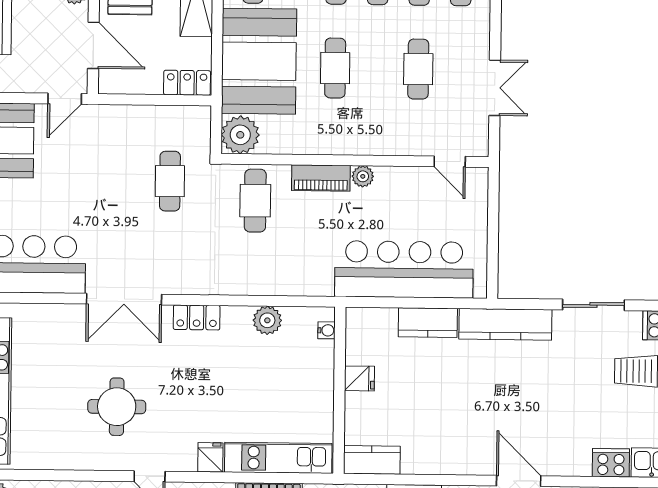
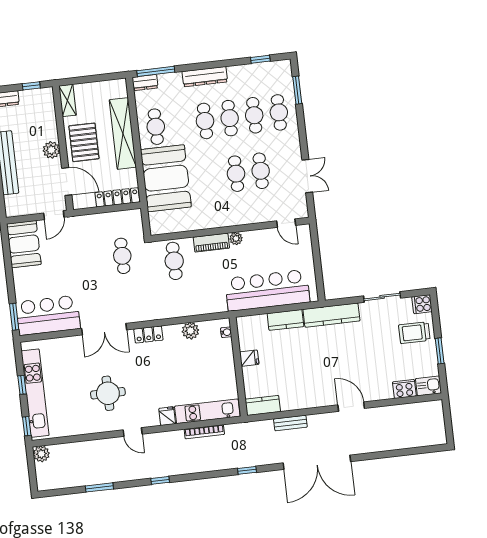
cafe table: (335, 68) -> (236, 174), moved
locker: (187, 83) -> (117, 197), width x1.53
plant: (240, 135) -> (160, 223), removed

